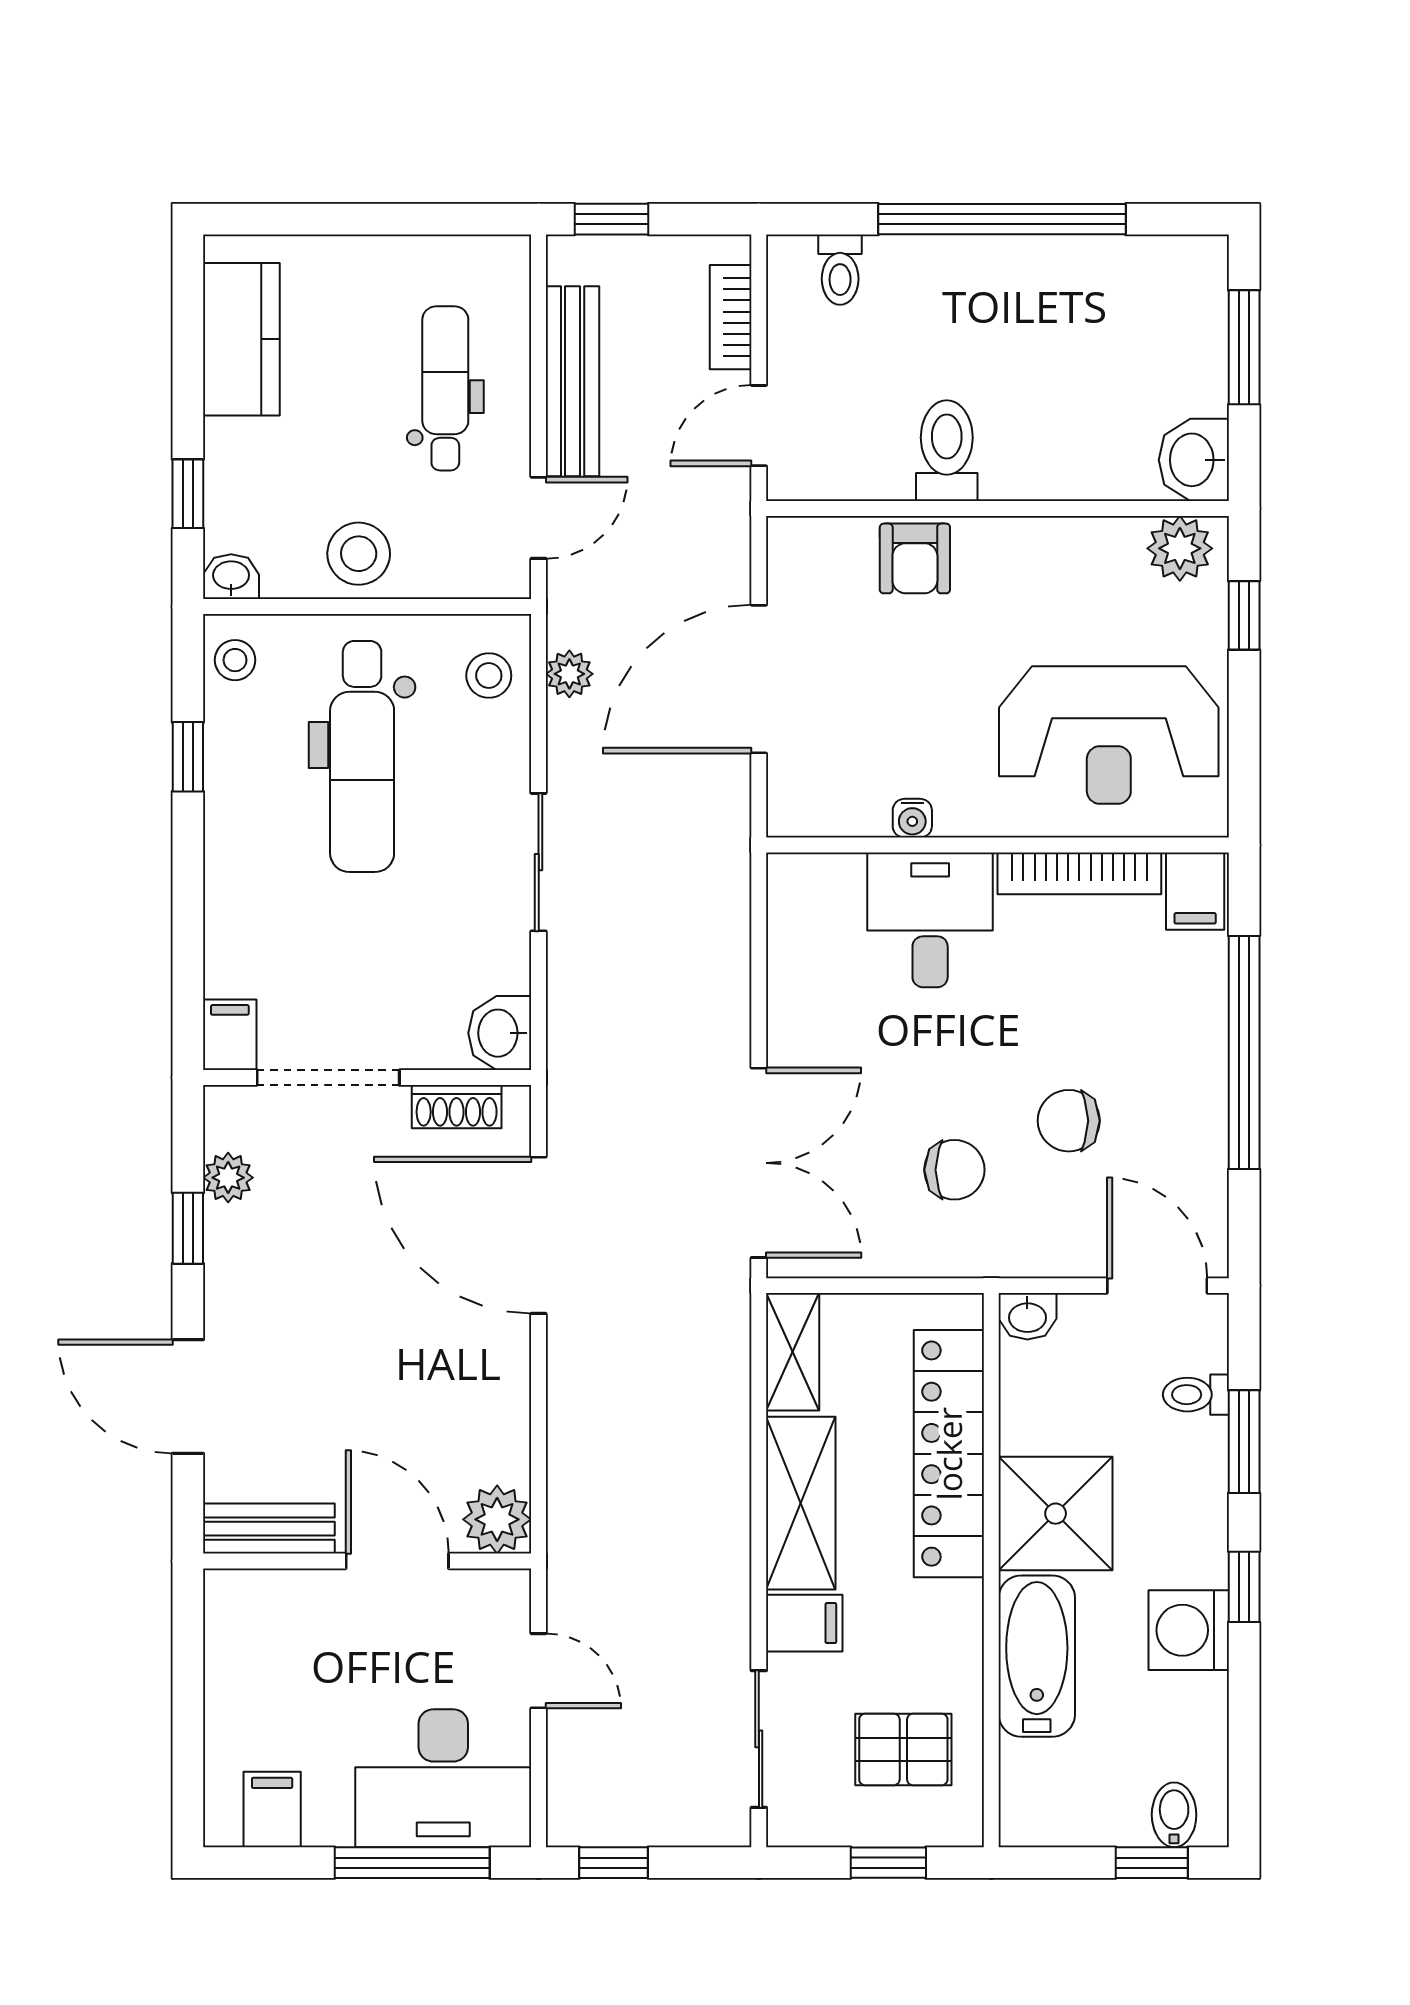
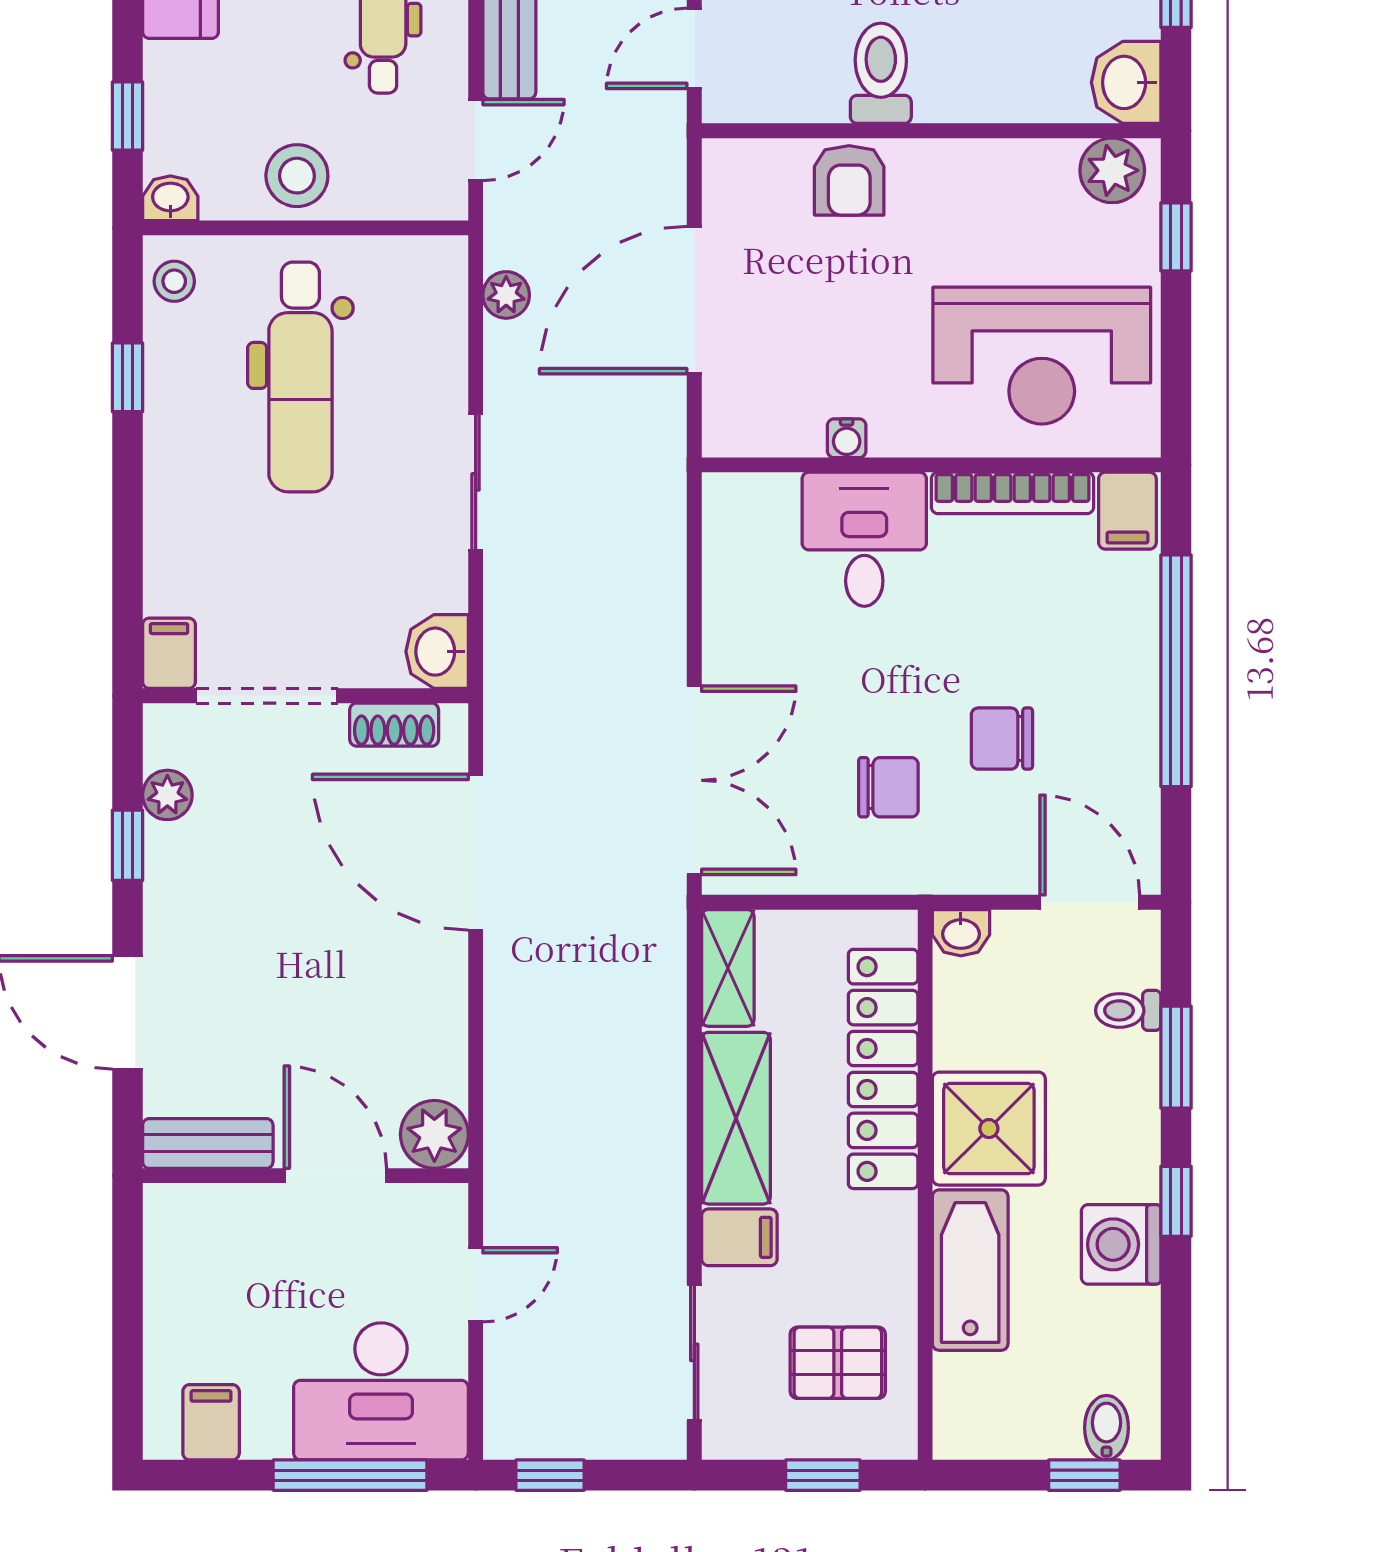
stool: (489, 676) -> (426, 297), removed
door: (539, 1671) -> (476, 1285), hinge flipped

